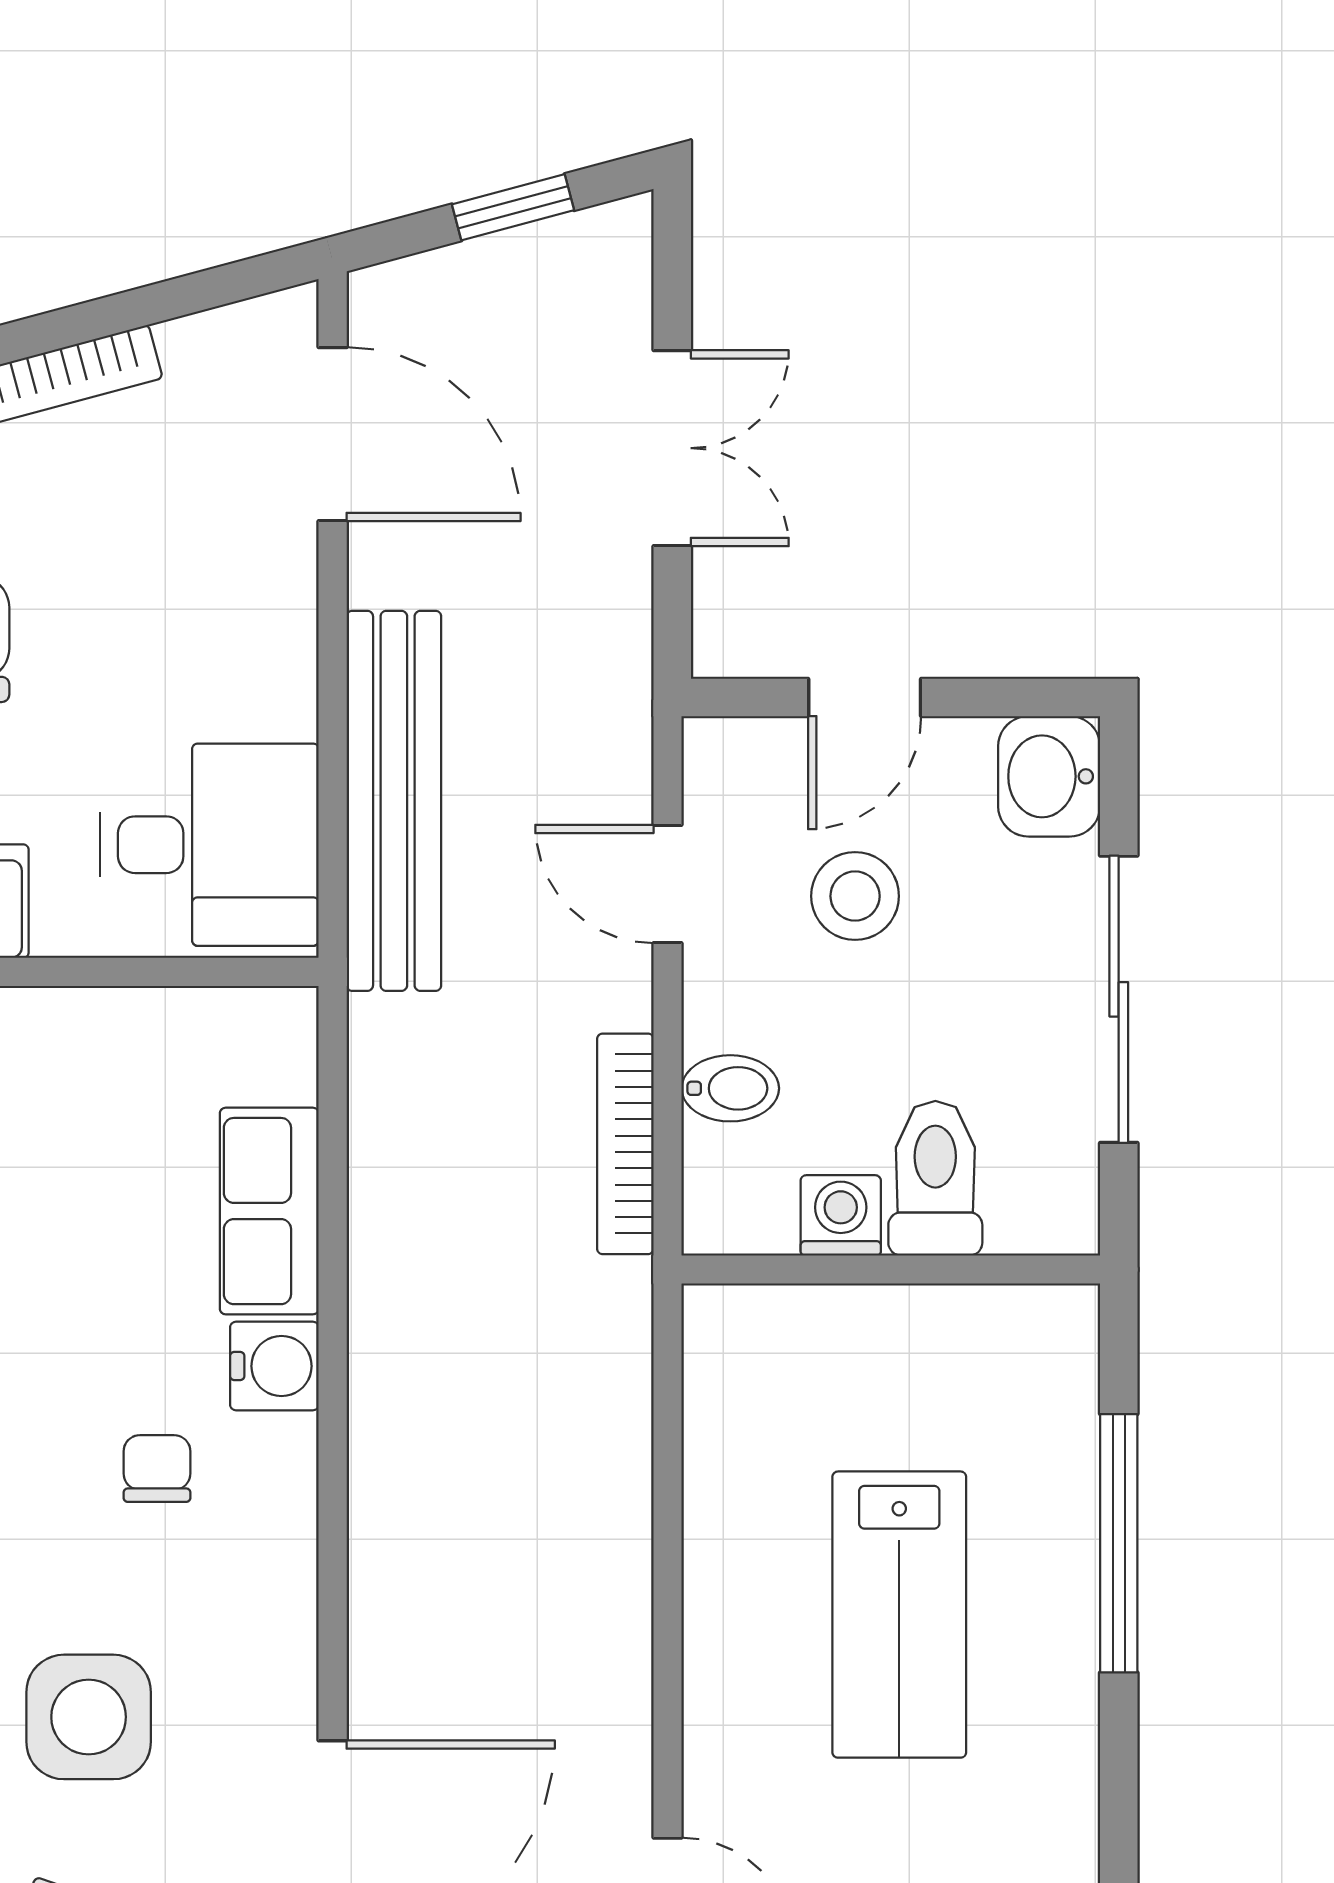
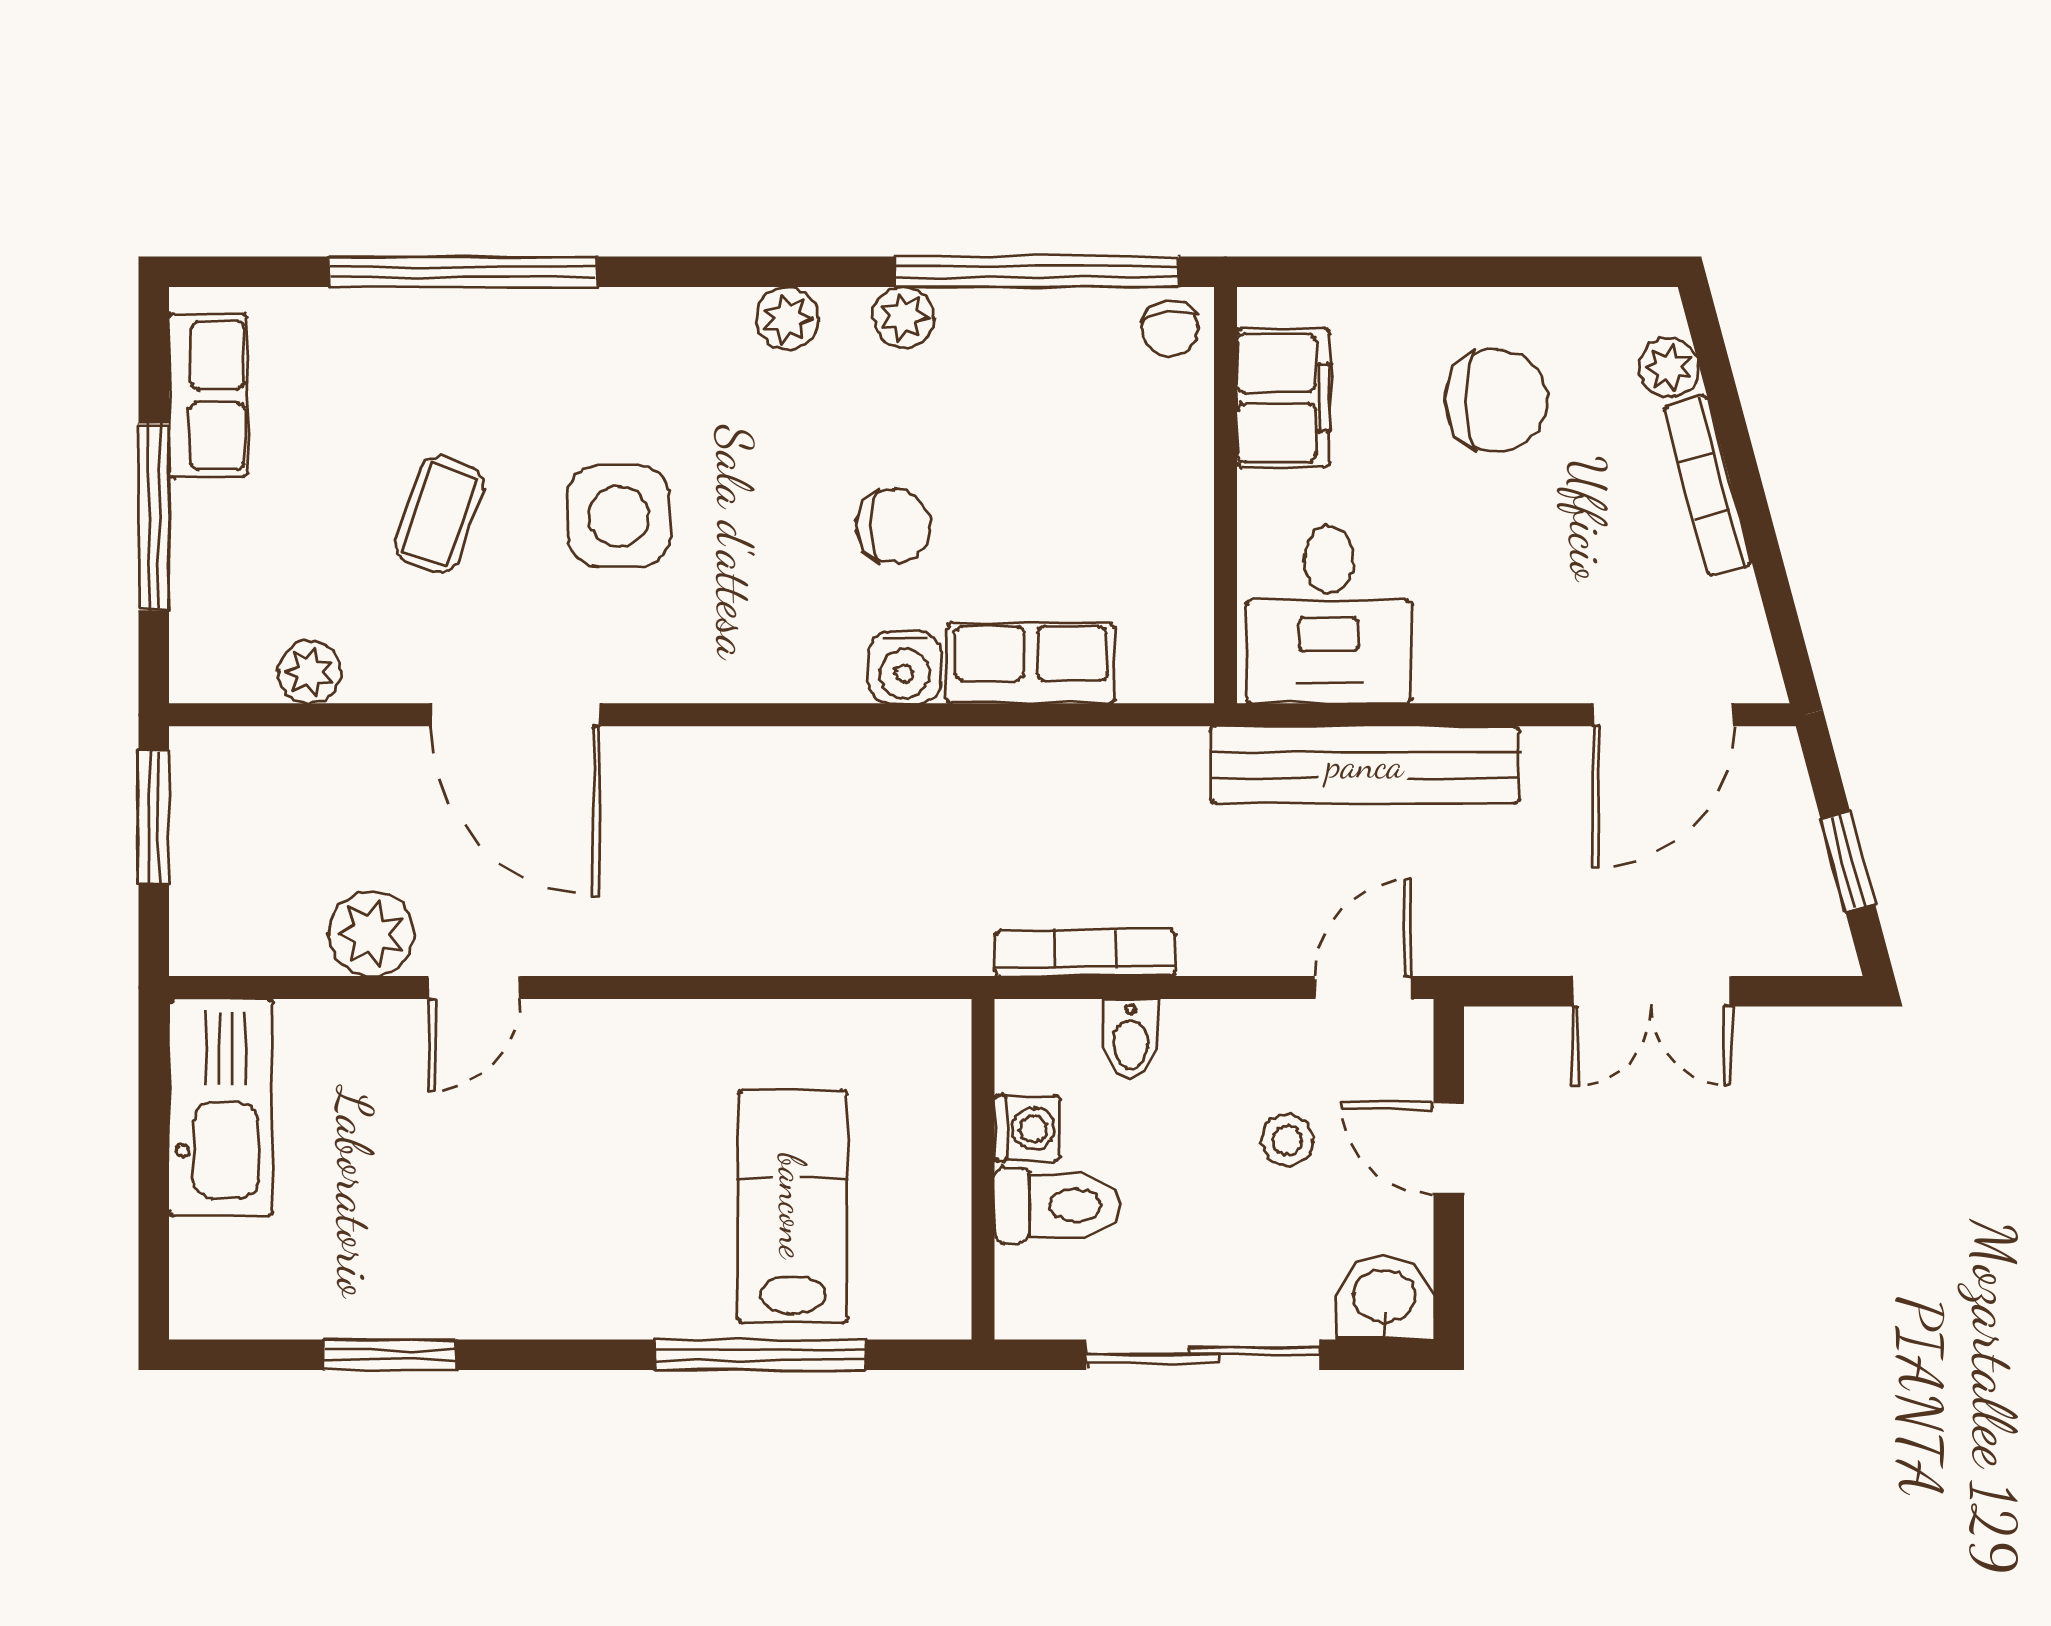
door: (668, 884) -> (1363, 988), moved
stool: (855, 896) -> (1287, 1140), width x0.73, depth x0.73
chair: (157, 1468) -> (894, 526), moved, width x1.37, depth x1.37
lab bench: (899, 1615) -> (792, 1206), moved, turned 90

